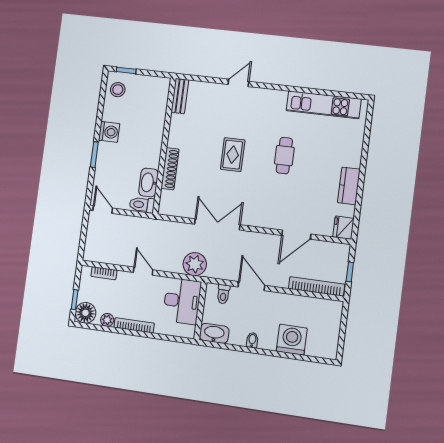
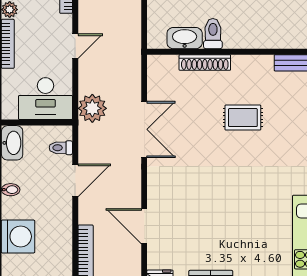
rug: (233, 155) -> (243, 118), moved
cafe table: (284, 156) -> (238, 200), removed
toilet: (142, 205) -> (213, 34), moved

